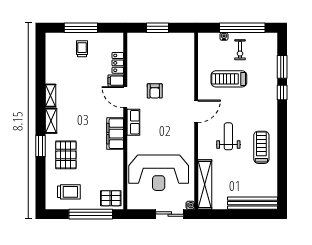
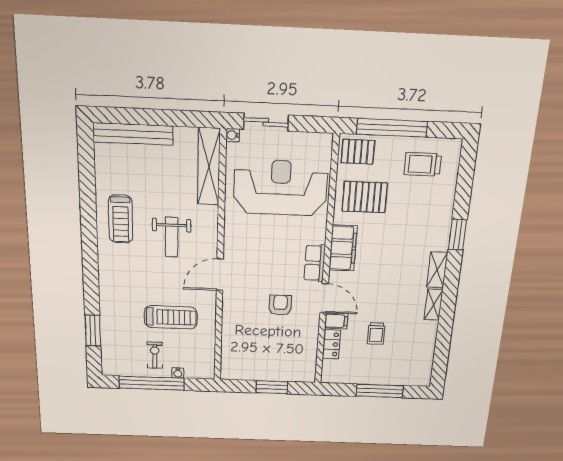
trolley: (82, 49) -> (376, 333), moved
window: (282, 92) -> (92, 296), removed
pallet: (66, 155) -> (365, 197), moved, turned 90

